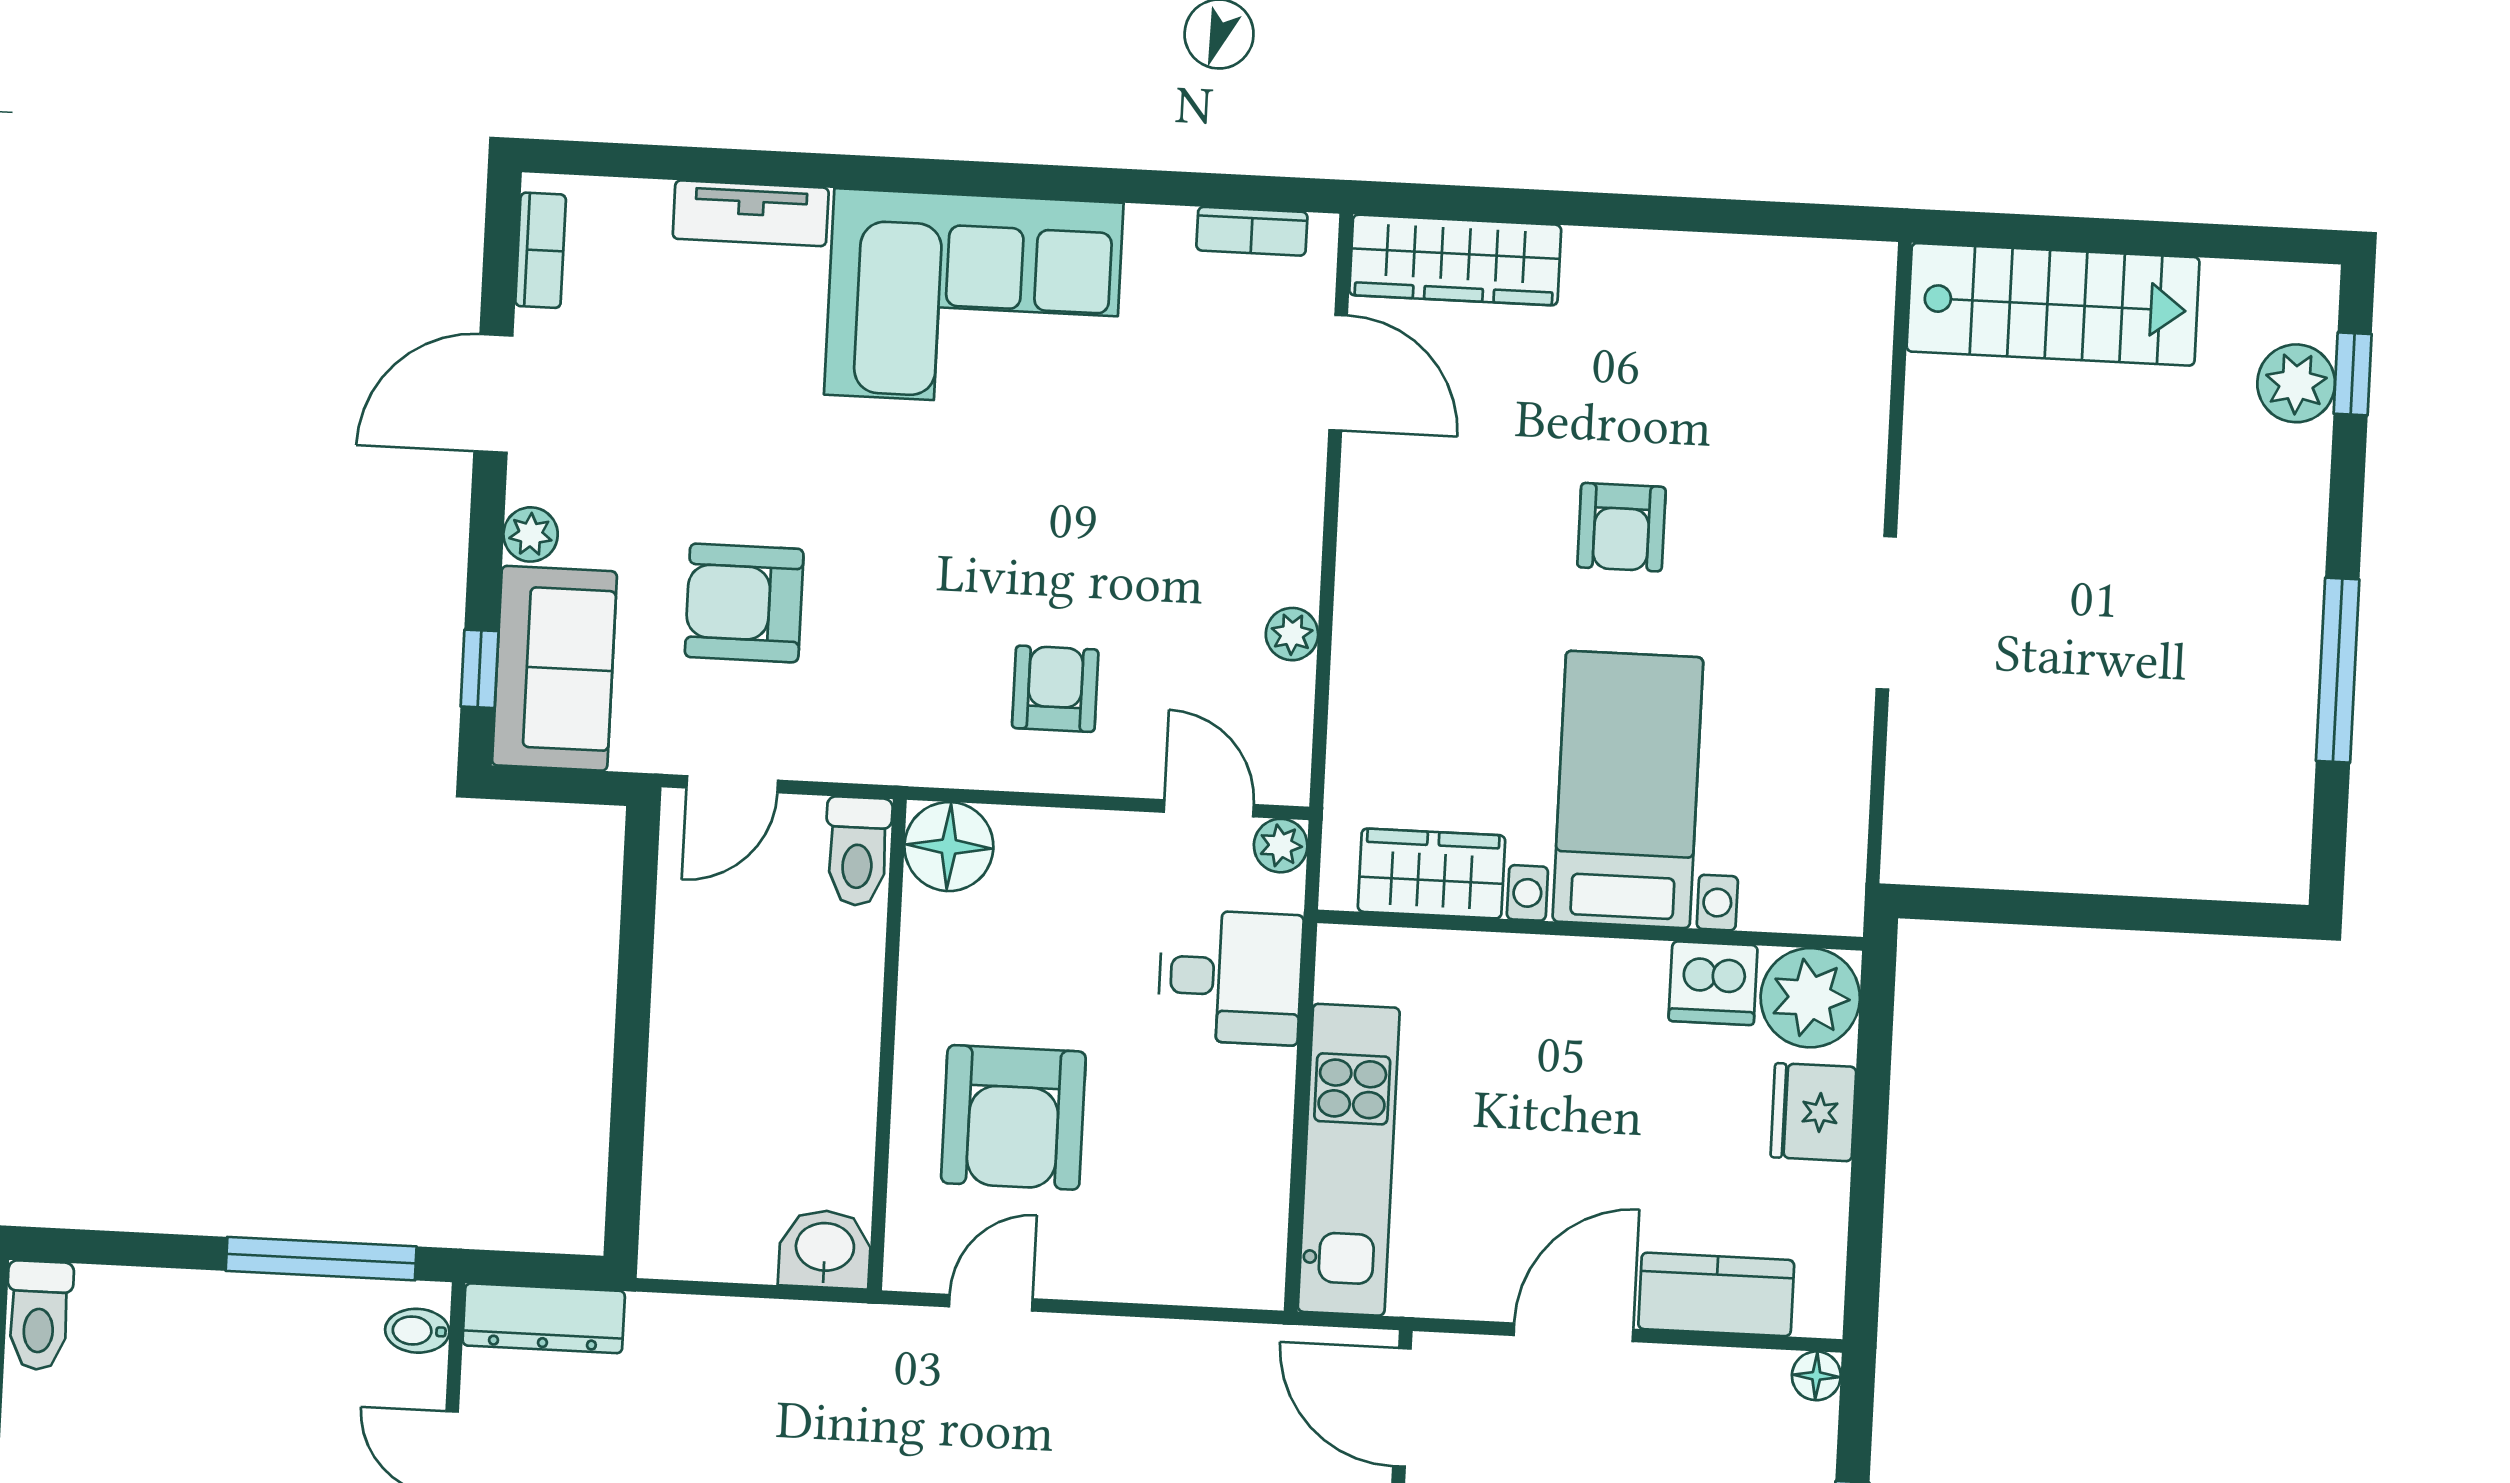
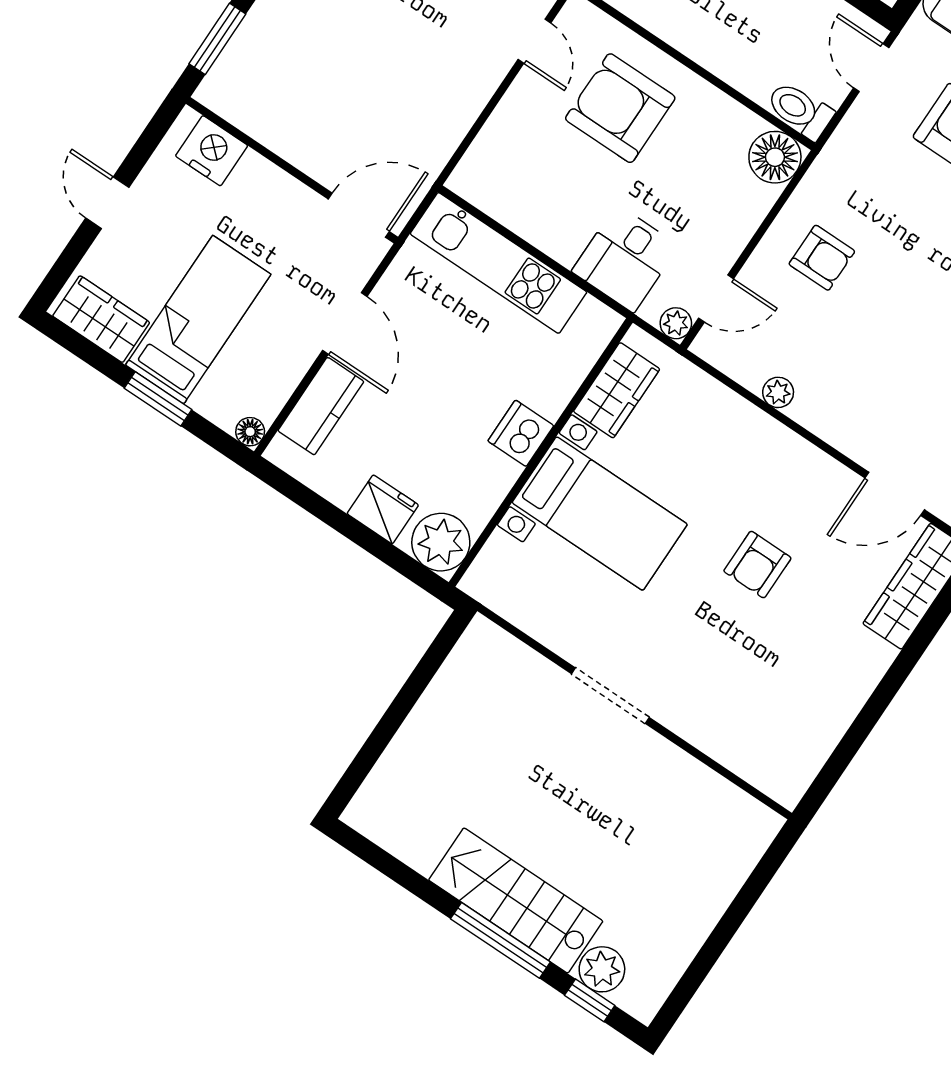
stairs: (2053, 304) -> (516, 901), moved, turned 90
armchair: (1621, 527) -> (757, 565), moved, turned -90
window: (2338, 670) -> (500, 940), moved
dishwasher: (1713, 983) -> (521, 433), moved

